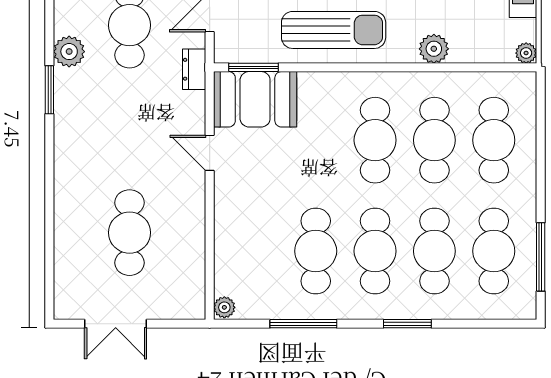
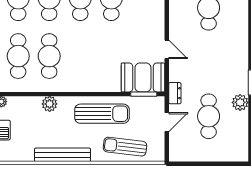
sun lounger: (334, 30) -> (102, 114), turned 180
cafe table: (375, 140) -> (80, 56), removed

